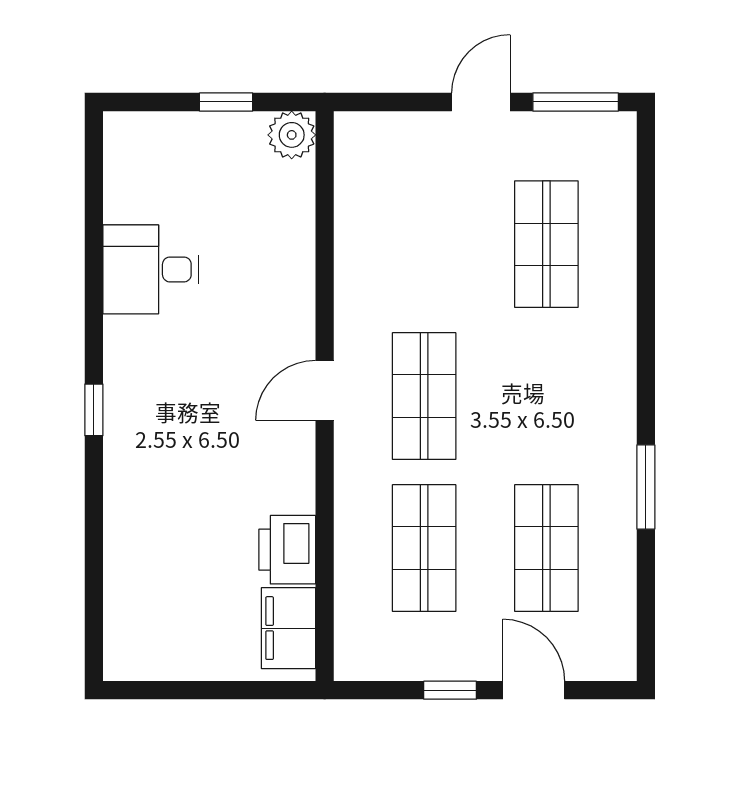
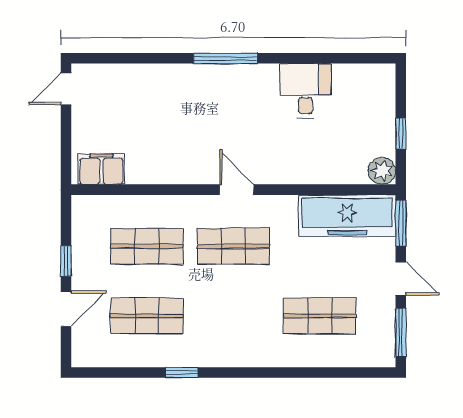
window: (383, 102) -> (401, 223), added
freezer: (370, 196) -> (347, 216), added
window: (94, 410) -> (226, 58), width x2.17
window: (646, 487) -> (182, 372), width x0.67
printer: (287, 550) -> (146, 168), removed
door: (148, 690) -> (66, 89), added

